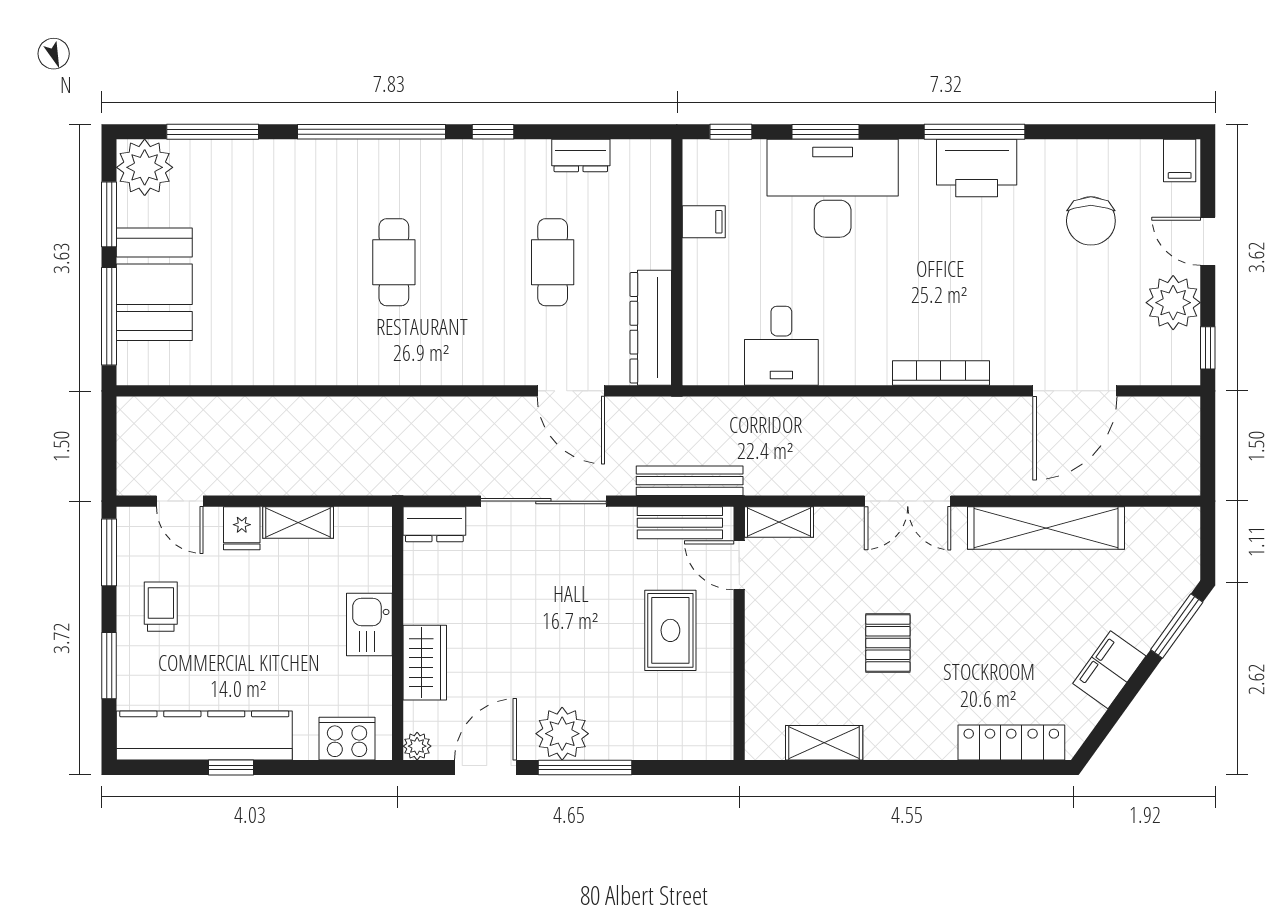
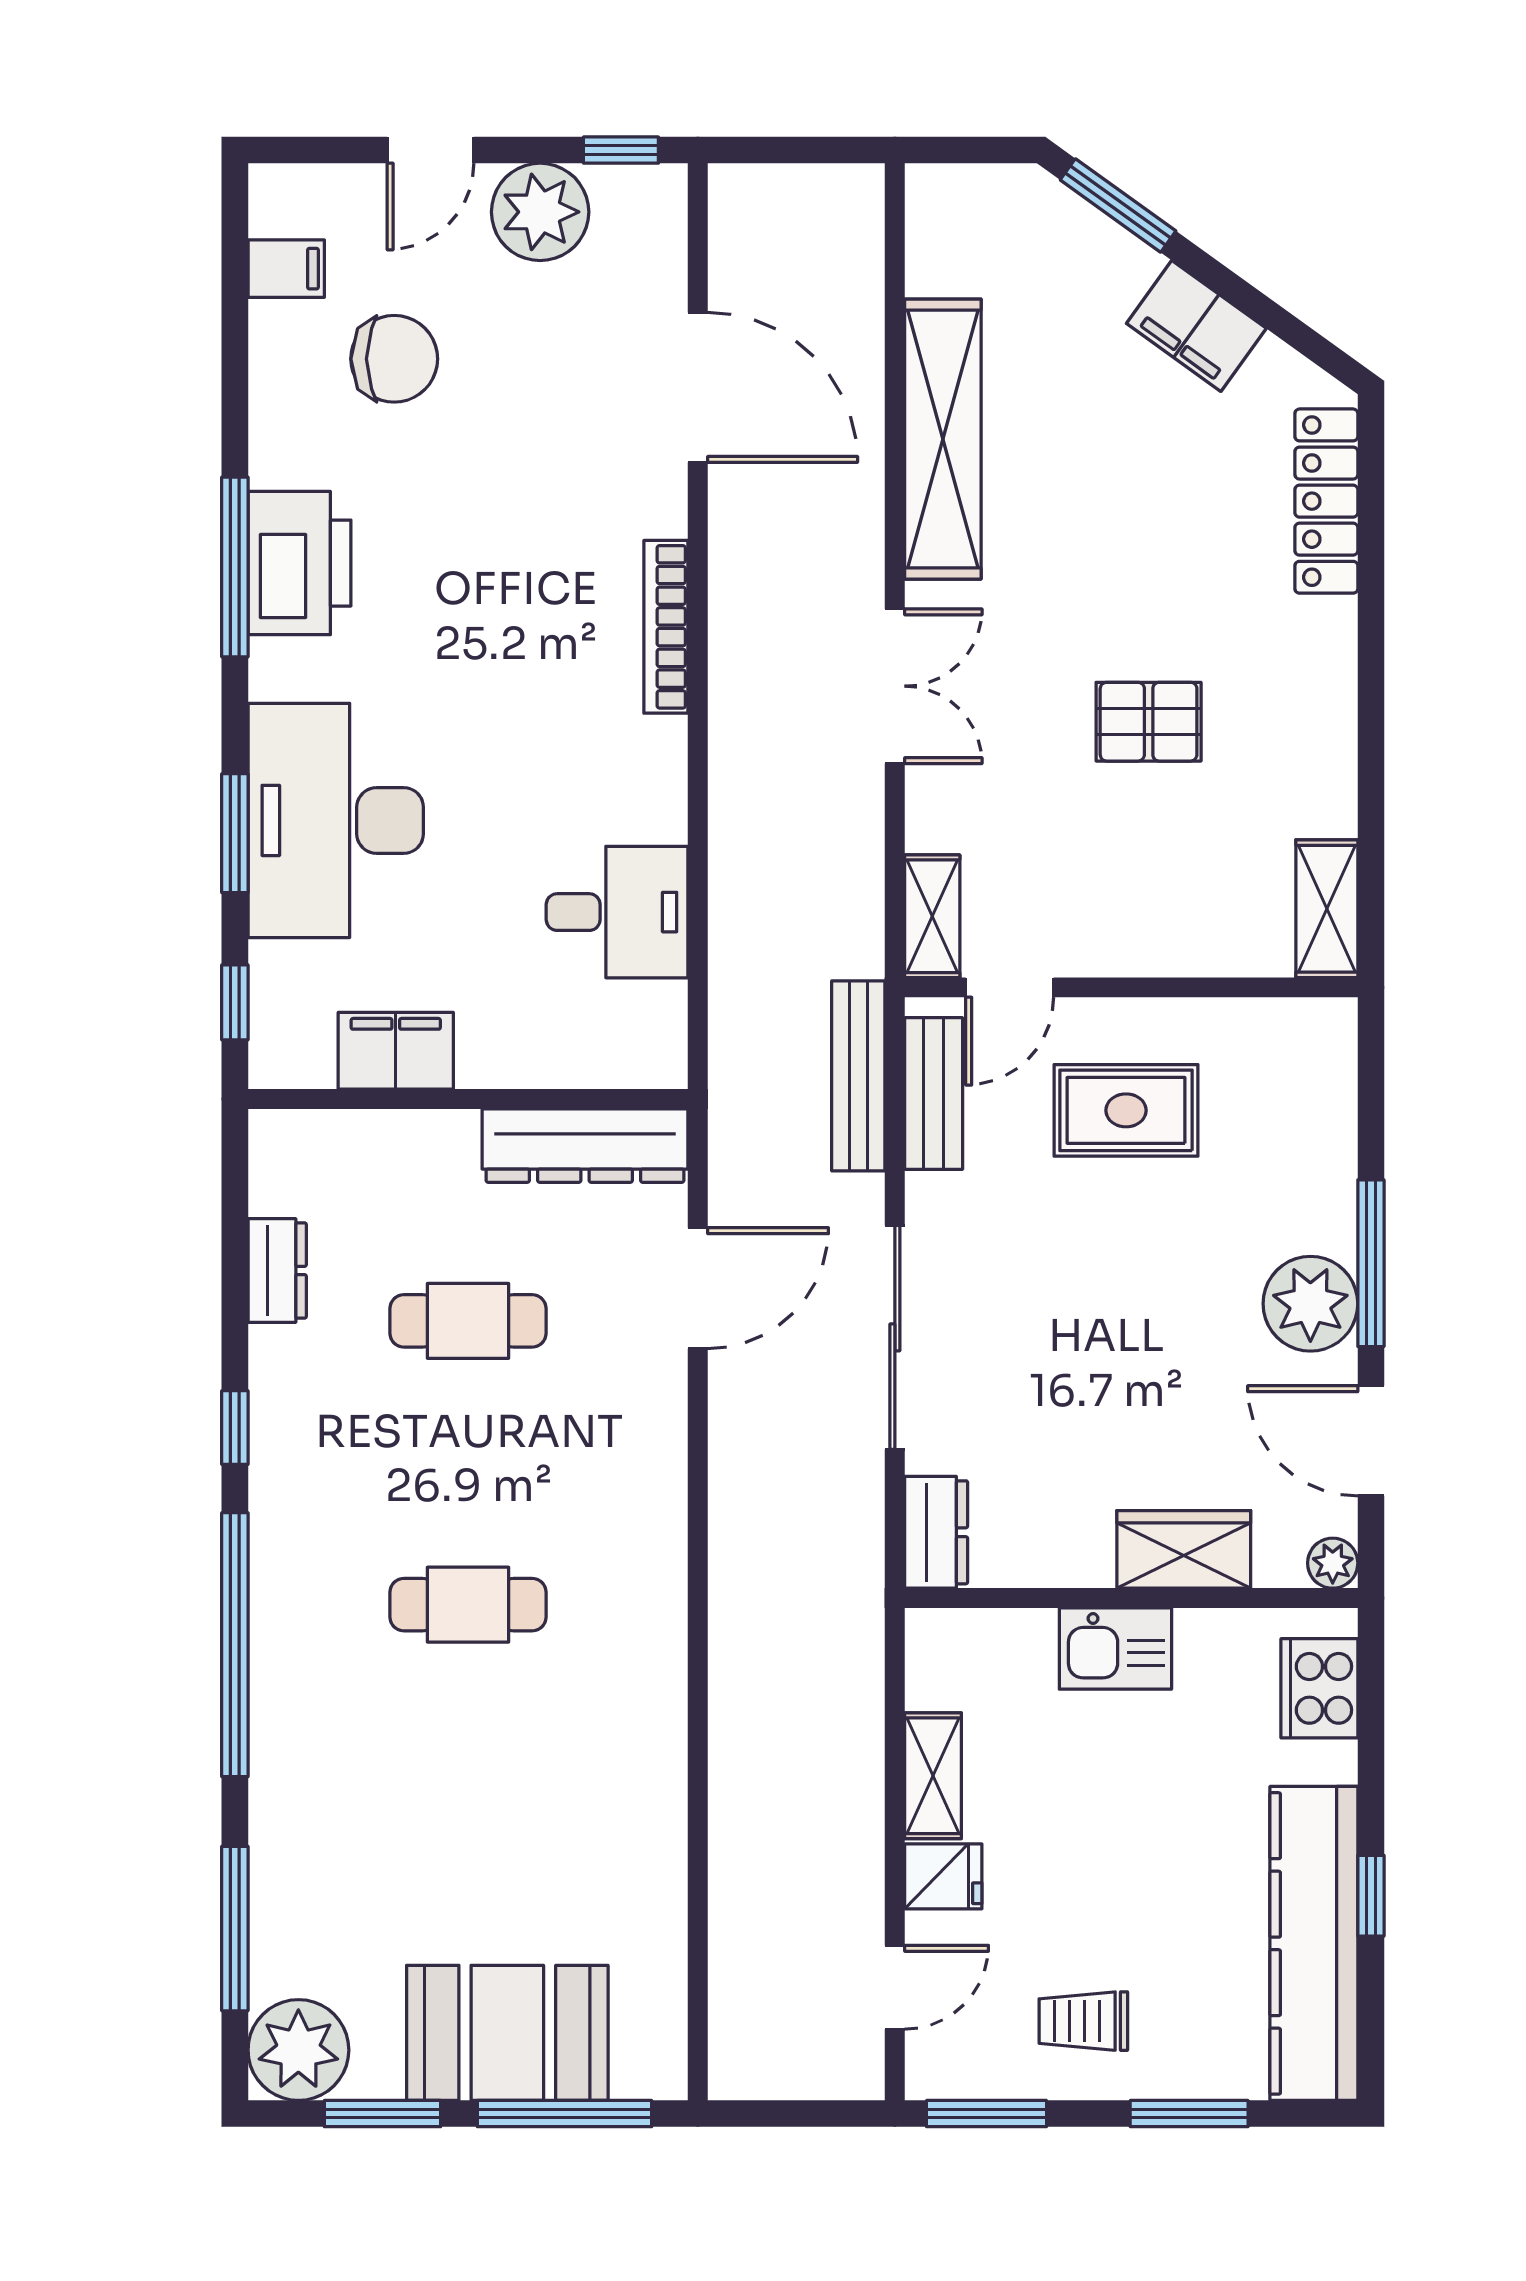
filing cabinet: (1180, 161) -> (286, 269), moved
filing cabinet: (704, 222) -> (396, 1051), width x2.00
shelving: (824, 743) -> (1327, 909), moved

